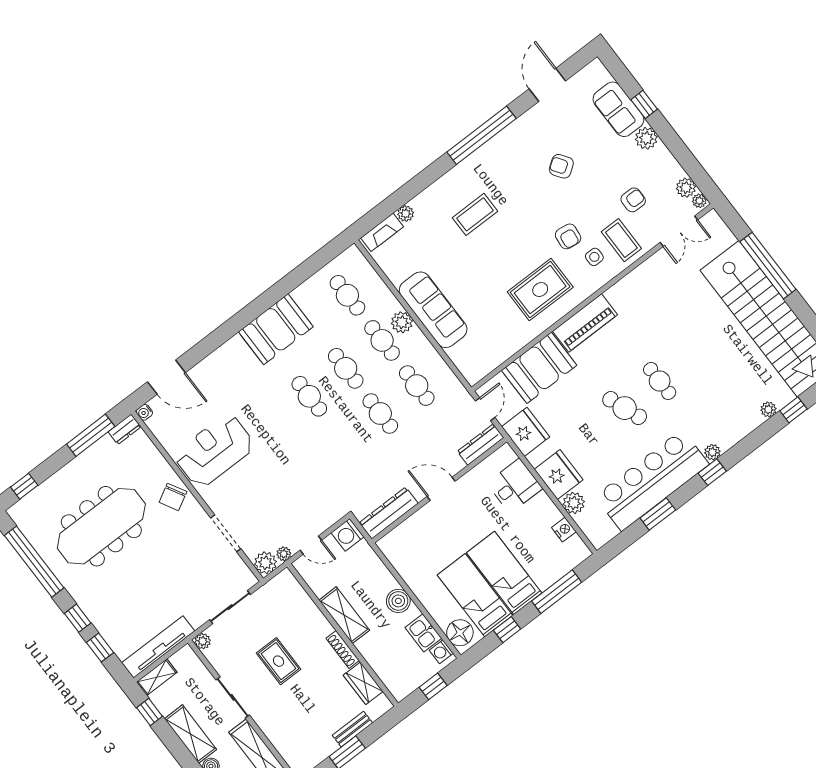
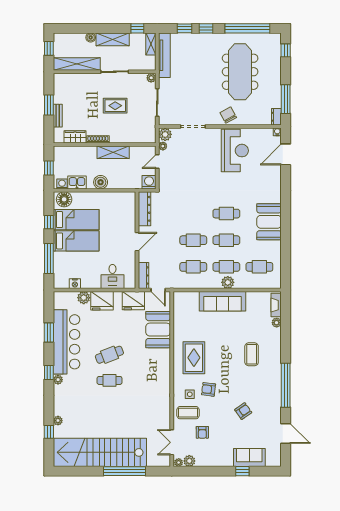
plant: (646, 138) -> (226, 460), removed
piano: (585, 323) -> (163, 367), removed

